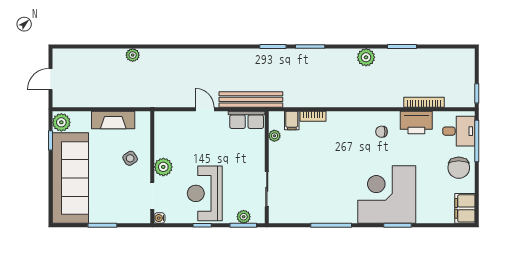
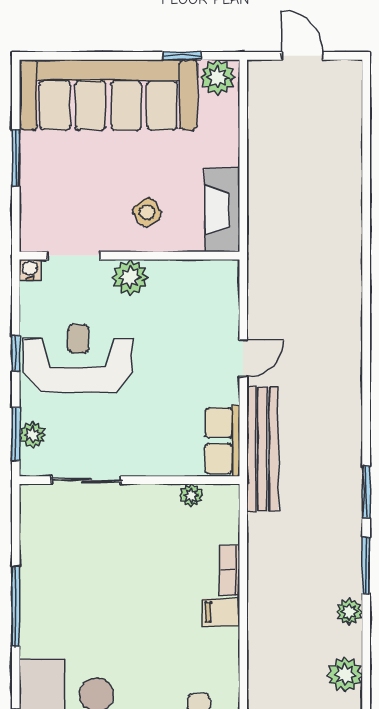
plant: (133, 55) -> (349, 612), moved
fireplace: (113, 120) -> (222, 210), moved
filing cabinet: (292, 121) -> (221, 612), moved

